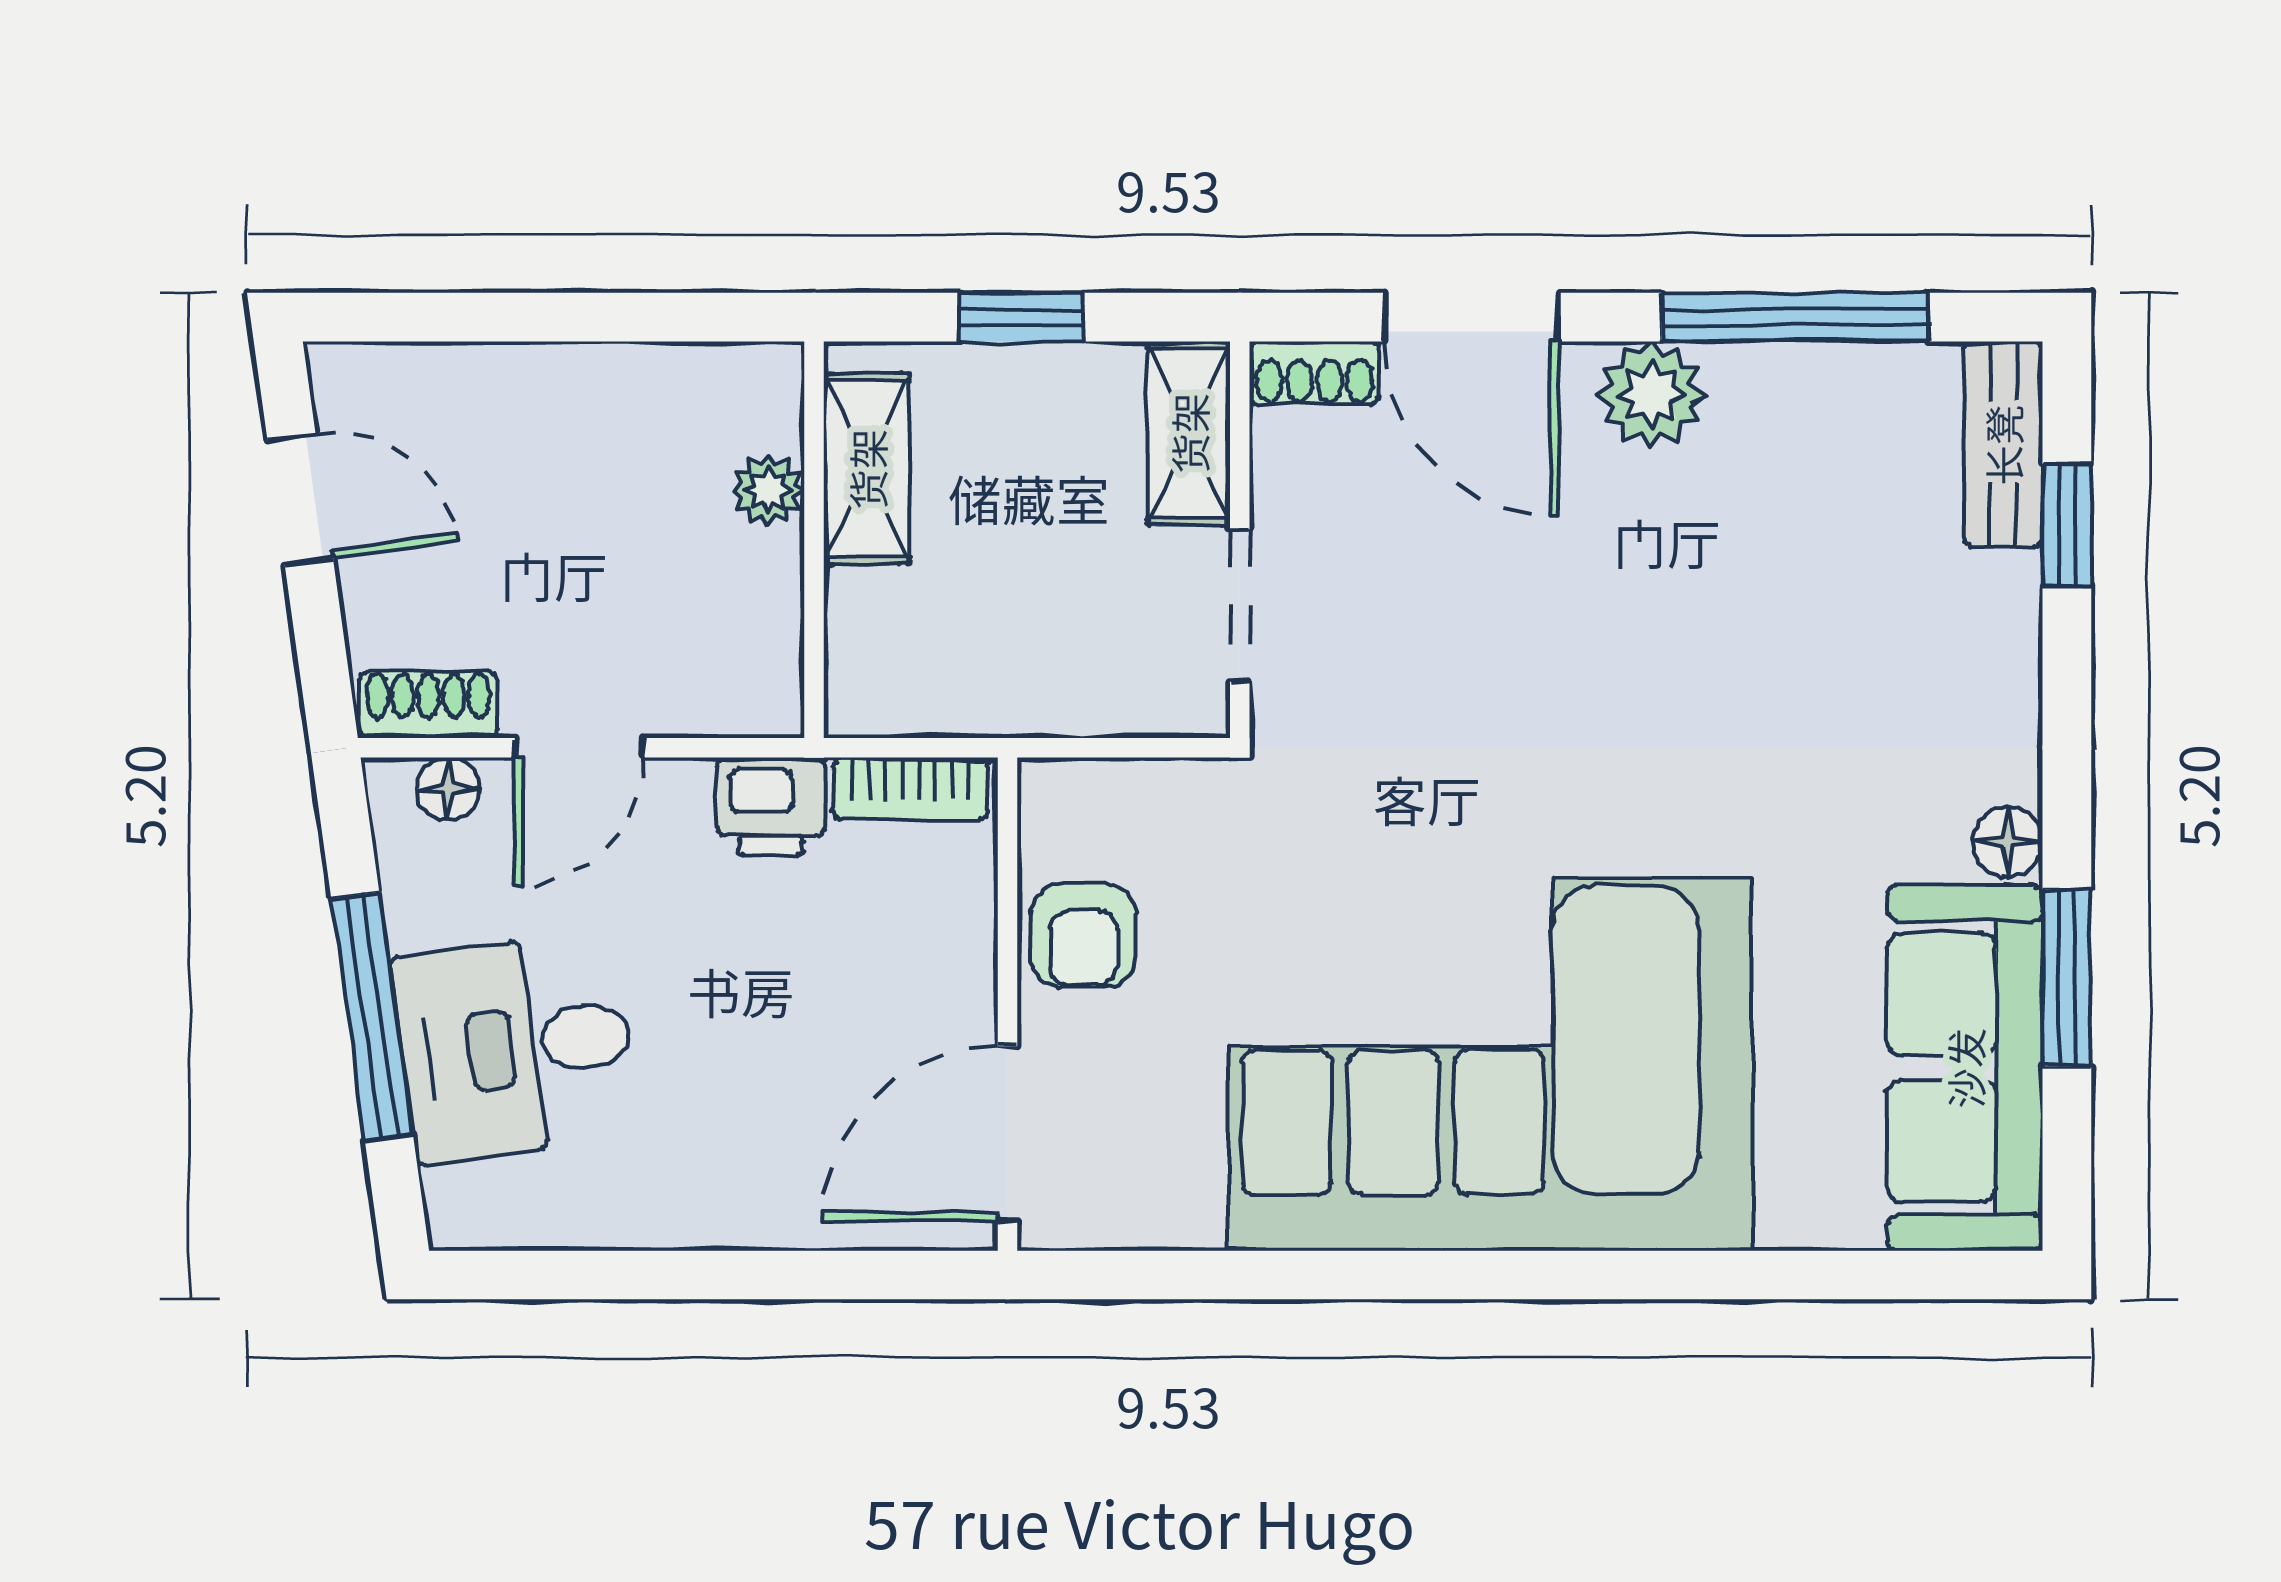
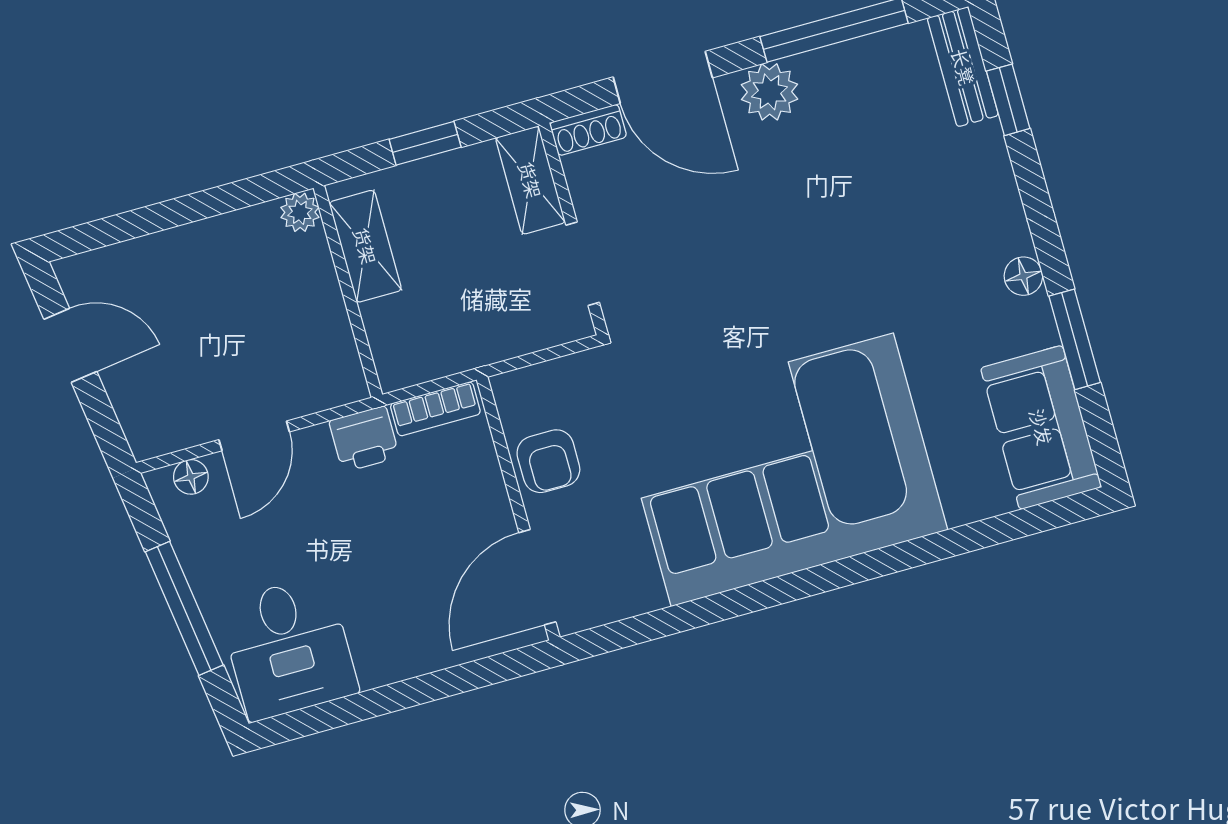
plant: (768, 490) -> (300, 212), moved
shoe rack: (428, 704) -> (168, 435), removed
desk: (516, 1047) -> (288, 648), moved, turned -82
sofa: (1965, 1068) -> (1041, 427), width x0.73

